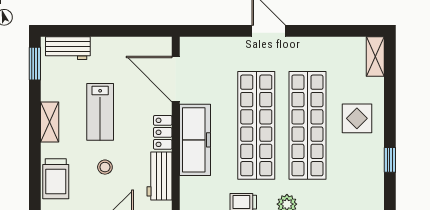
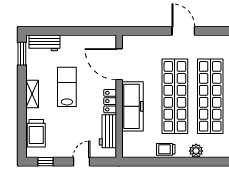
lab bench: (100, 112) -> (67, 87), turned 180
stool: (105, 167) -> (70, 125), removed

